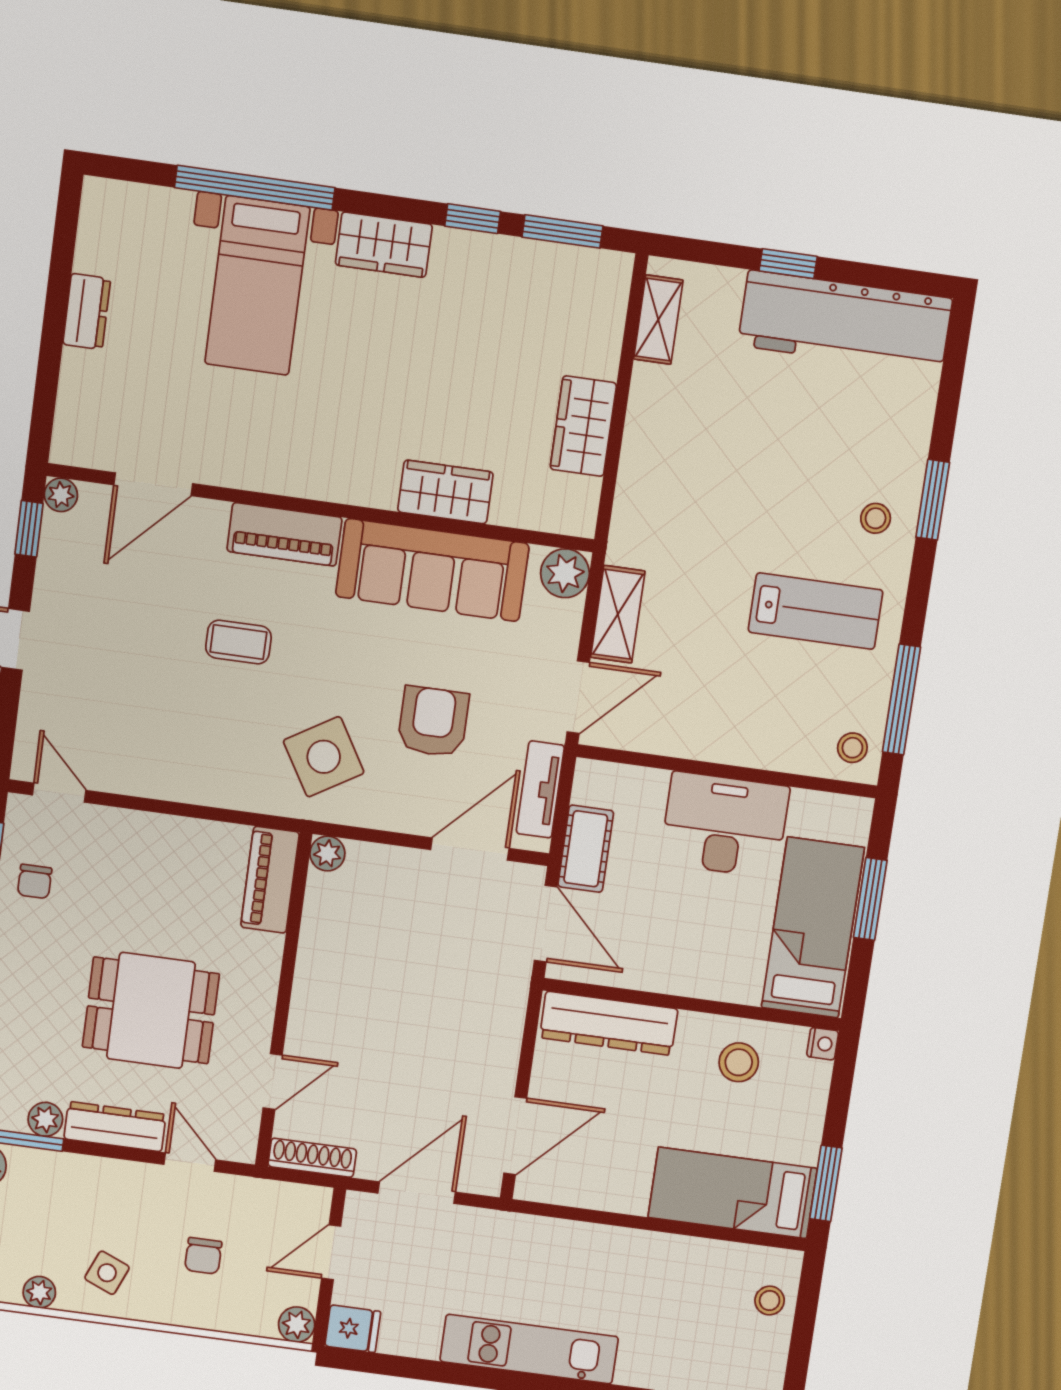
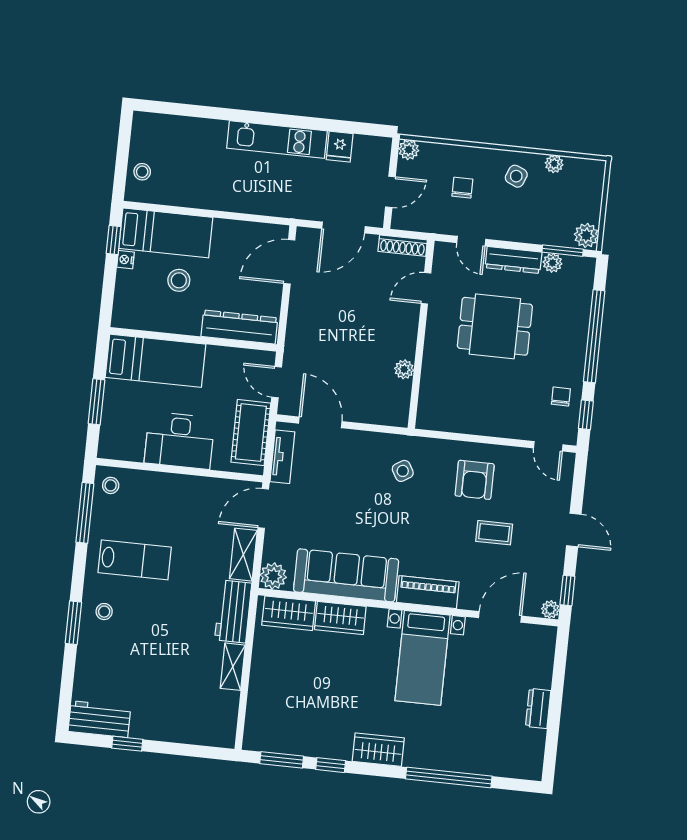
window: (788, 264) -> (127, 744), moved
bed with nightstands: (257, 285) -> (422, 658), moved, turned 180
shelving: (658, 320) -> (233, 667), moved
workbench: (845, 322) -> (99, 719), width x0.53, depth x0.76
wardrobe: (583, 426) -> (289, 613), moved, turned 90
workbench: (640, 511) -> (233, 611), added
lab bench: (816, 611) -> (135, 560), turned 180
coffee table: (238, 642) -> (494, 533), moved
armchair: (433, 722) -> (475, 480), moved
side table: (324, 757) -> (403, 471), width x0.54, depth x0.54
door: (470, 849) -> (320, 422), swing flipped
cot: (586, 849) -> (251, 433), width x1.37, depth x1.34
plant: (327, 854) -> (404, 369), moved
piano: (270, 880) -> (431, 402), removed
door: (546, 924) -> (277, 382), width x0.73
bed: (813, 928) -> (155, 361), moved, turned -90
nightstand: (823, 1044) -> (125, 260), moved
stool: (739, 1062) -> (179, 280), moved
window: (826, 1183) -> (114, 240), width x0.67
fridge: (353, 1329) -> (340, 147), moved, turned -90

